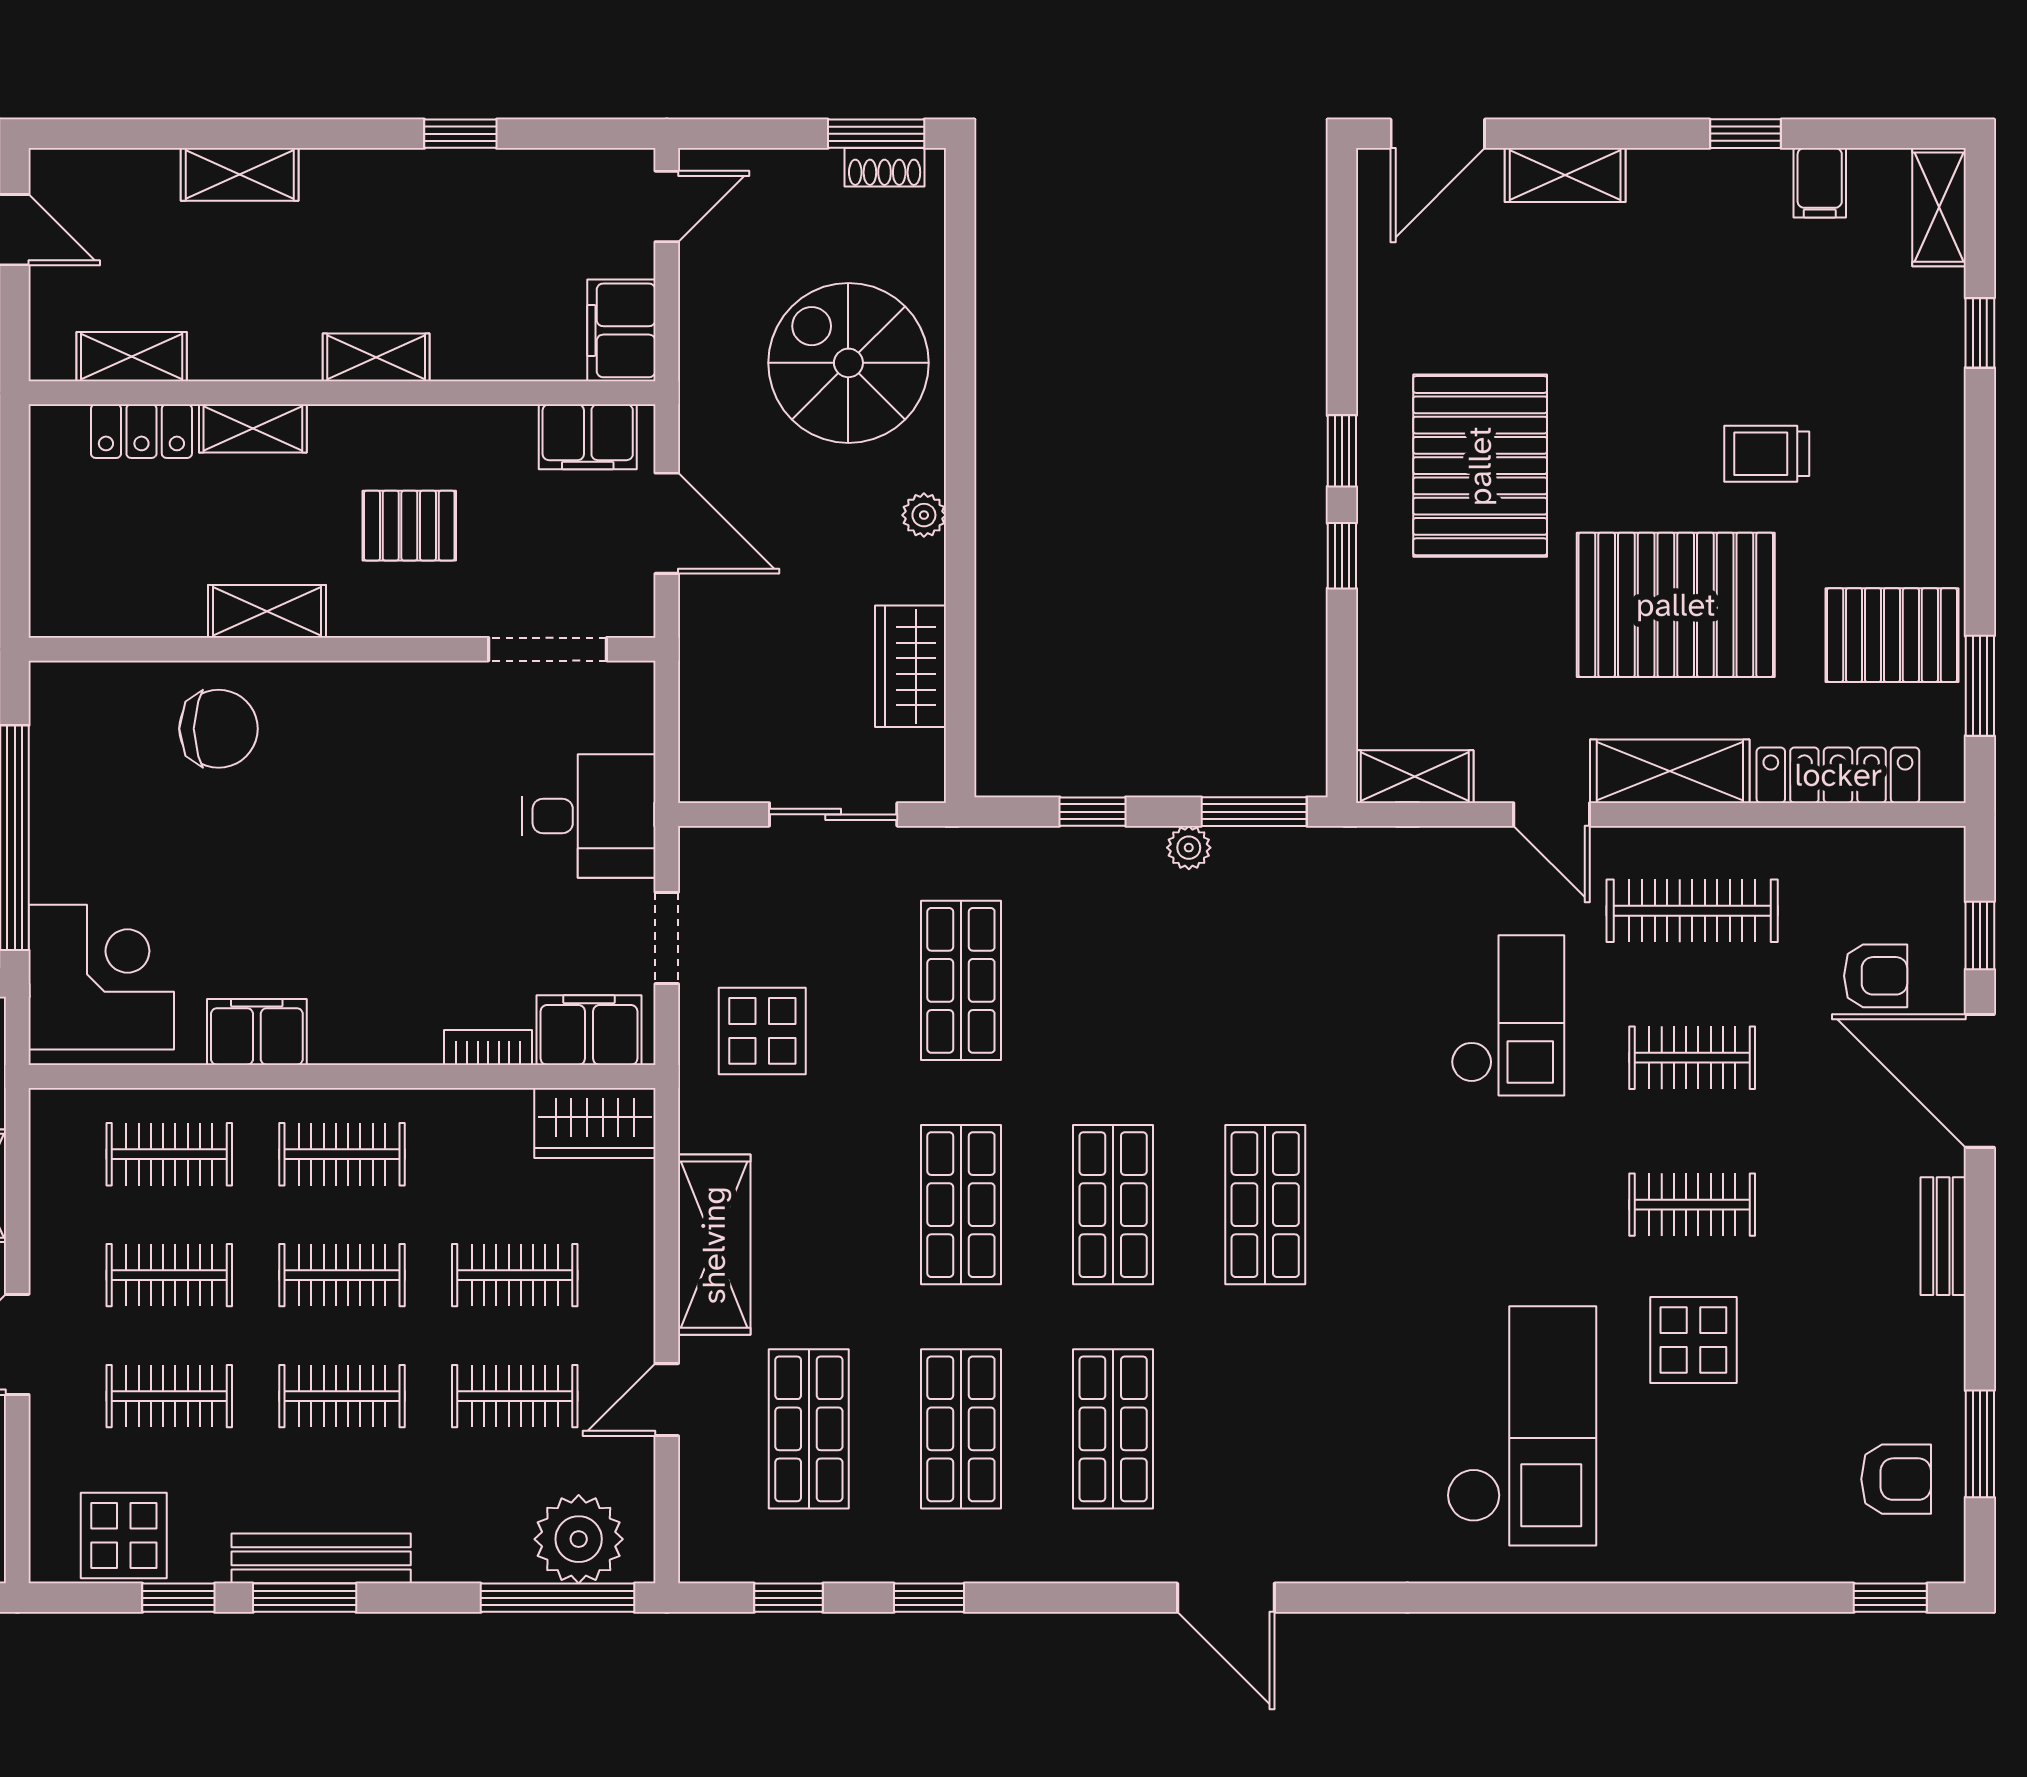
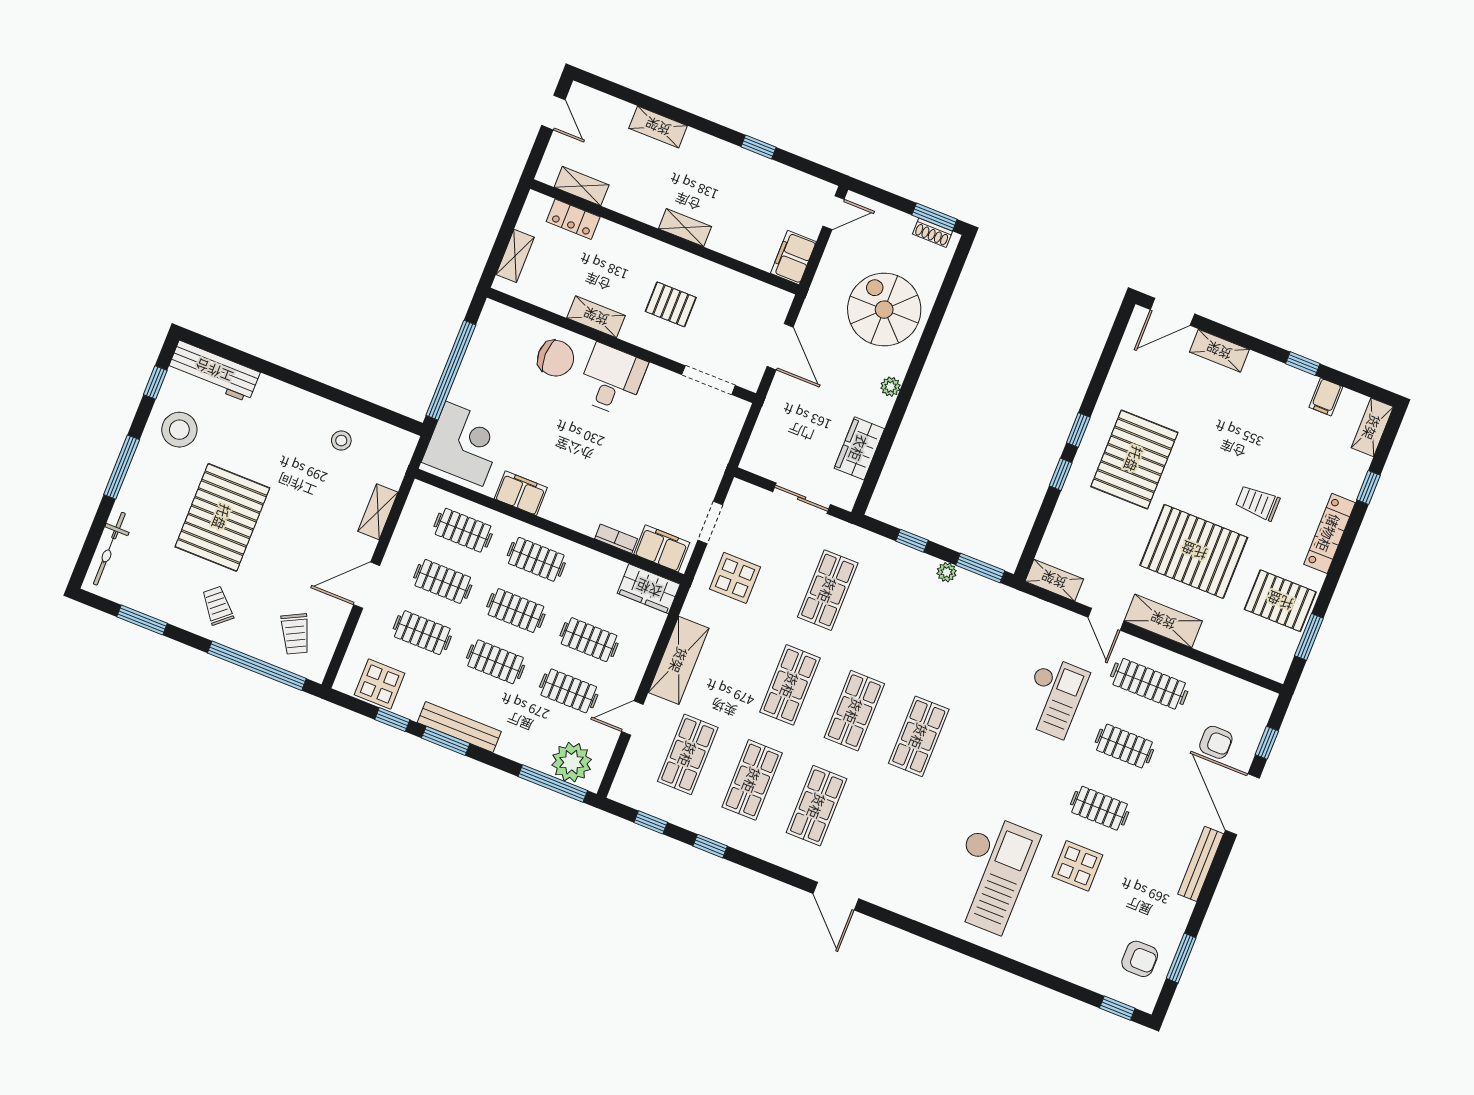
shelving: (253, 428) -> (515, 256), moved, turned 90
filing cabinet: (588, 437) -> (761, 297), removed
locker: (1838, 775) -> (1329, 533), moved, turned -90
desk: (589, 816) -> (612, 380), moved, turned -90
bench: (1943, 1236) -> (1201, 864), width x1.36

